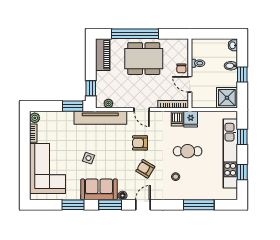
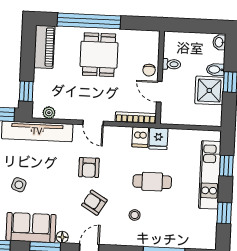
dining table: (144, 59) -> (99, 55), width x0.73
shower: (227, 98) -> (209, 90), moved
armchair: (140, 143) -> (89, 168), turned -90
kitchen unit: (230, 154) -> (210, 175), width x0.73

